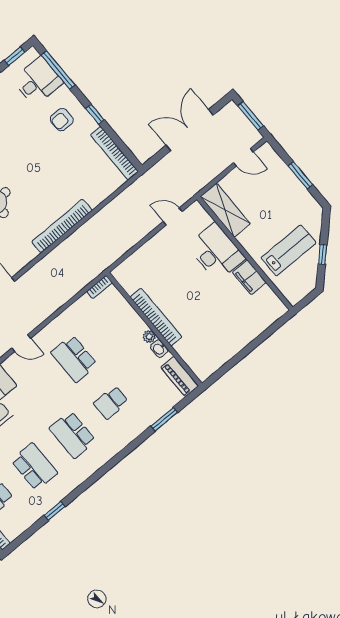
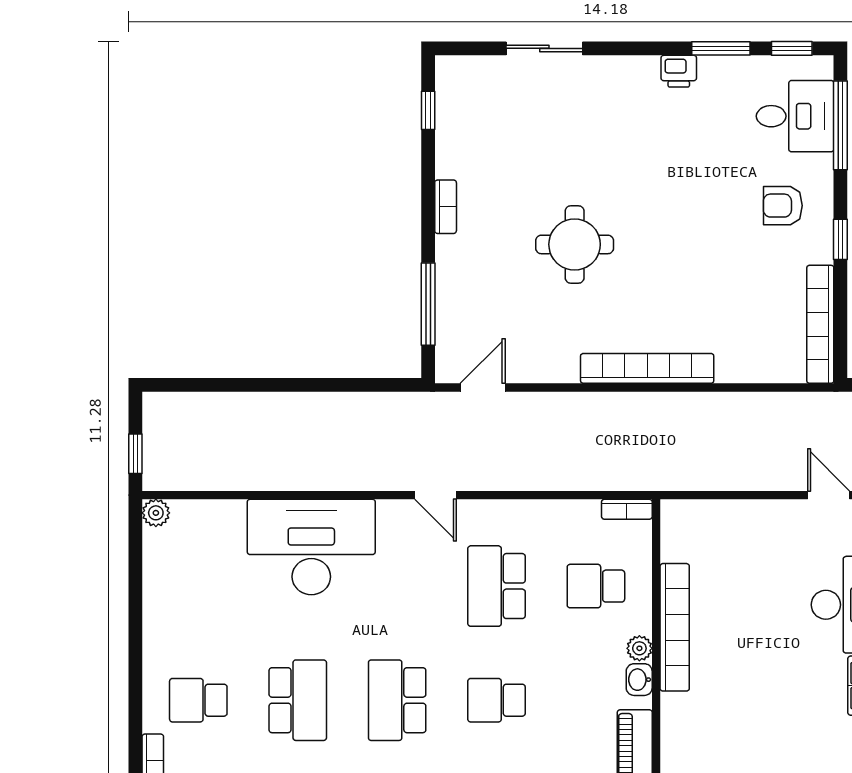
school desk: (112, 327) -> (596, 586), added

